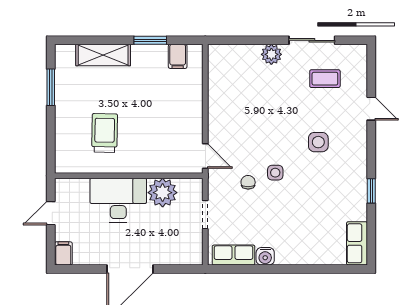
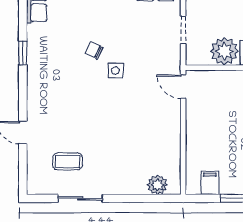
plant: (271, 54) -> (157, 185), moved
side table: (318, 142) -> (74, 100), removed
chair: (248, 182) -> (94, 50), moved, turned 116

